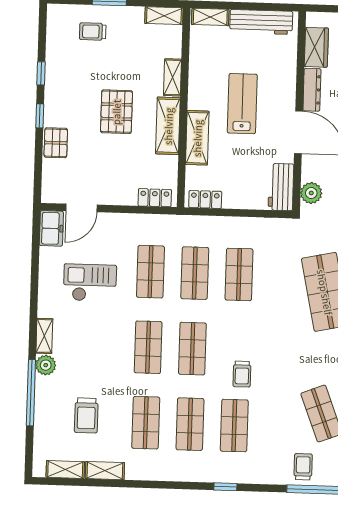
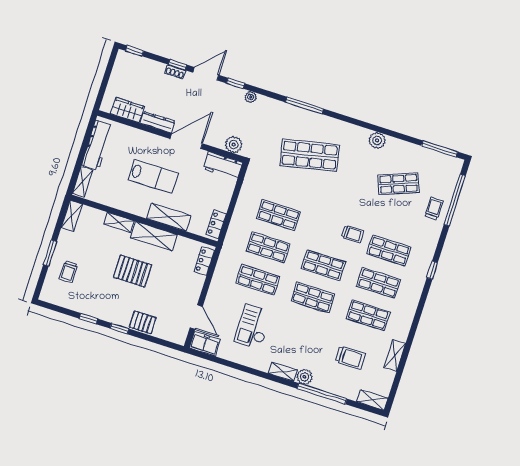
lab bench: (242, 104) -> (153, 177), turned 180
trolley: (303, 467) -> (434, 208), turned 90
shelving: (65, 470) -> (372, 400), moved, turned 90

